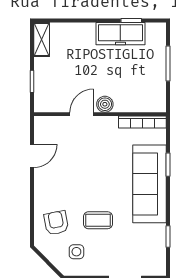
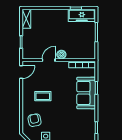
freezer: (120, 34) -> (82, 15), moved
door: (32, 156) -> (21, 72), moved
sofa: (150, 184) -> (86, 93), width x0.73
coffee table: (98, 220) -> (43, 96), moved

